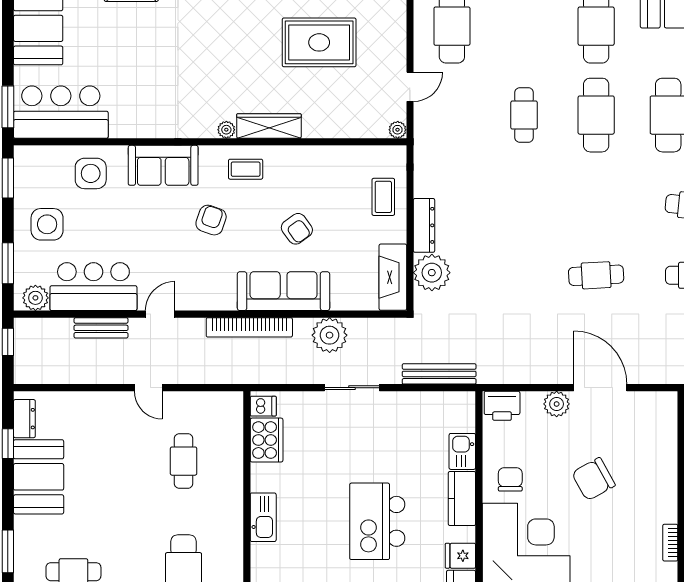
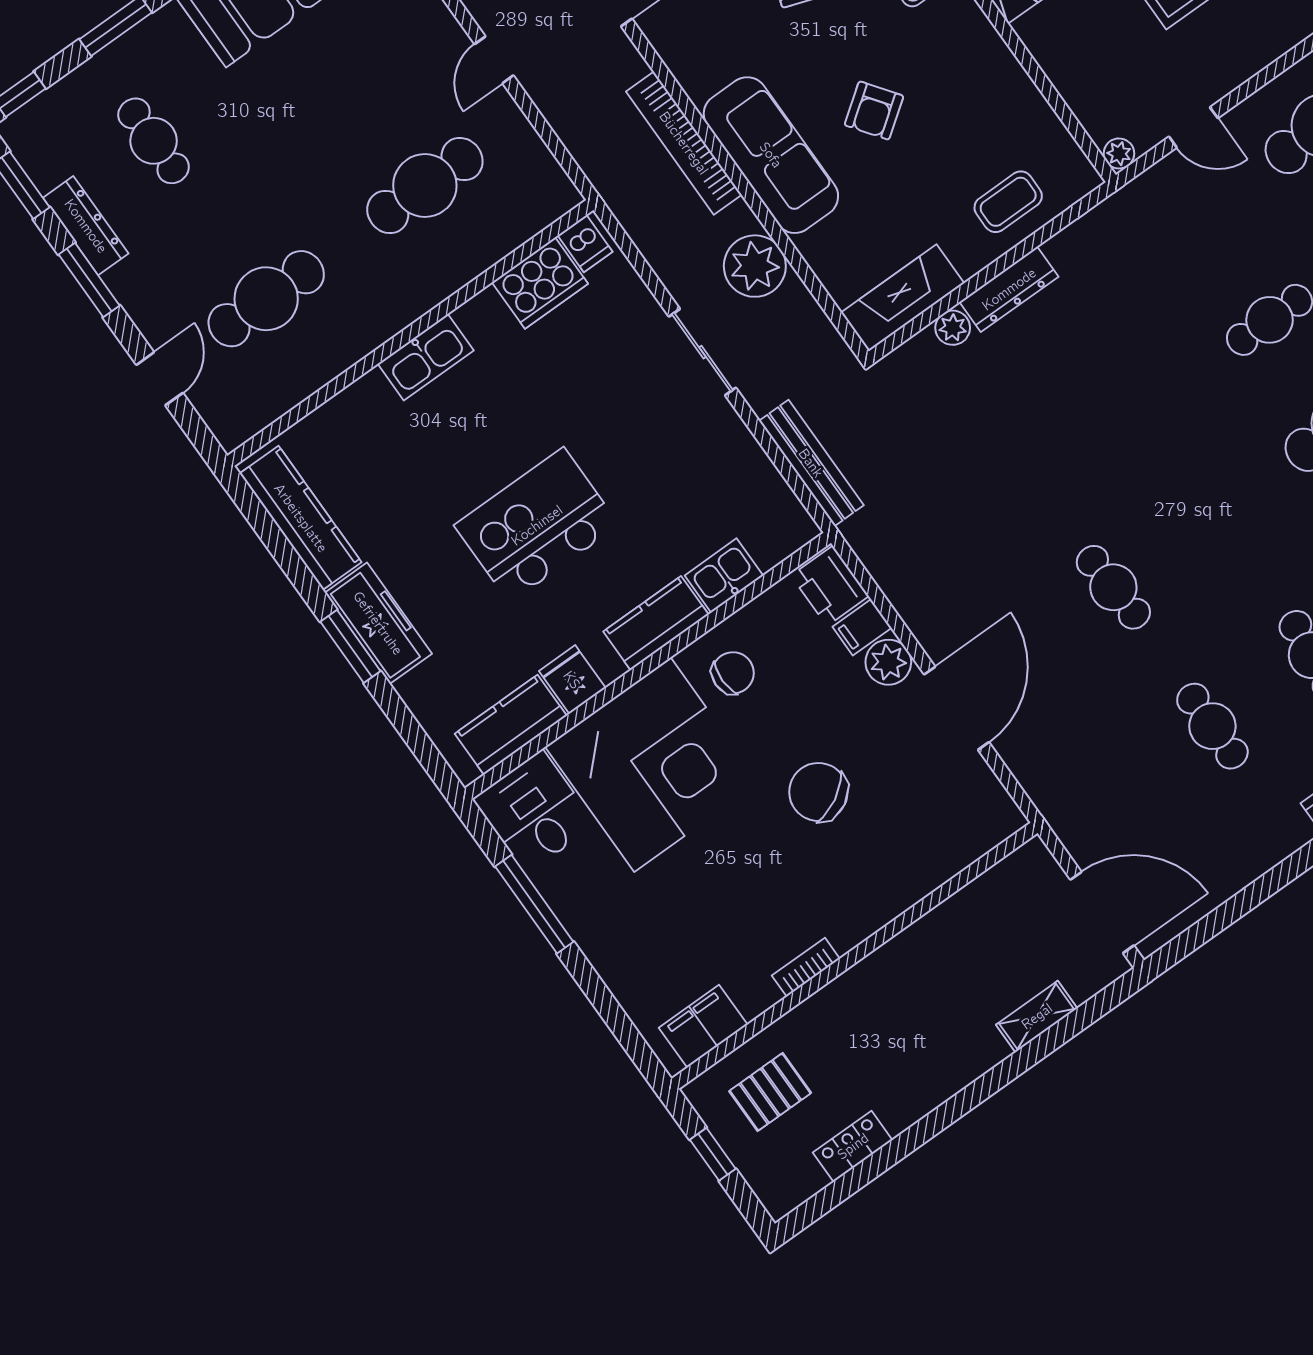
plant: (432, 273) -> (953, 328), width x0.53, depth x0.53
filing cabinet: (532, 405) -> (862, 627), added
cafe table: (184, 461) -> (425, 186), width x1.37, depth x1.35

